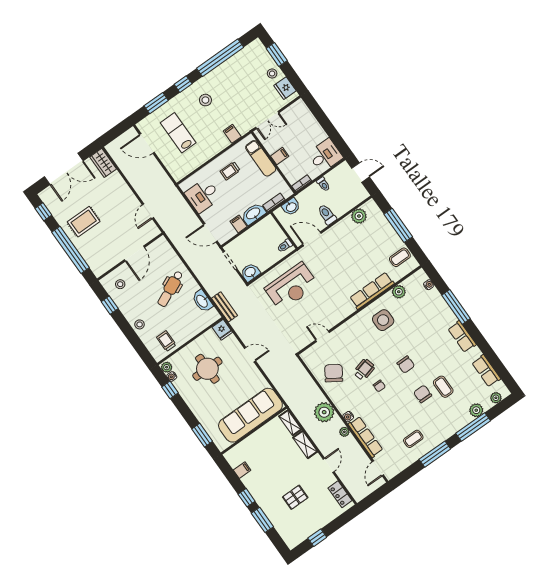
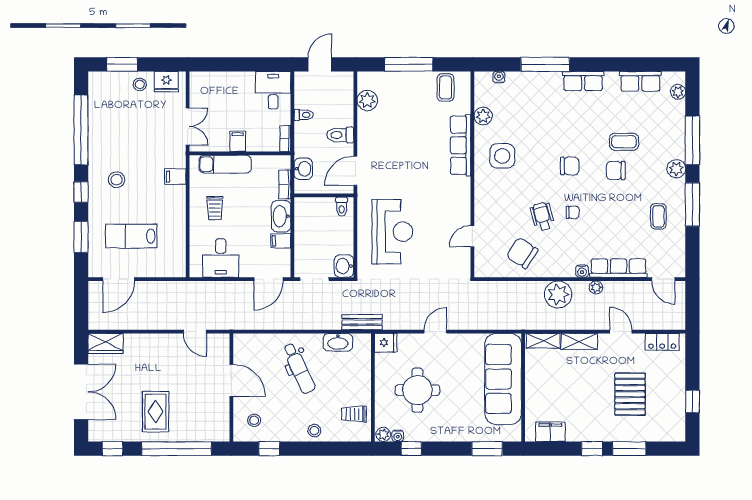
plant: (476, 410) -> (676, 169), moved
filing cabinet: (242, 470) -> (550, 432), width x2.00
pallet: (295, 497) -> (630, 394), width x1.50, depth x1.42

